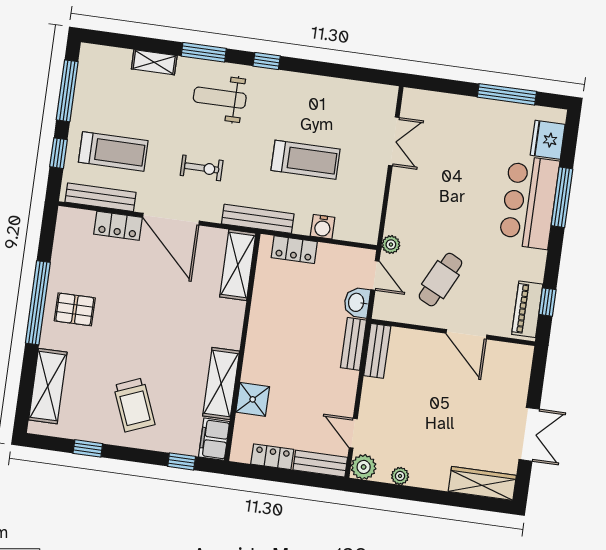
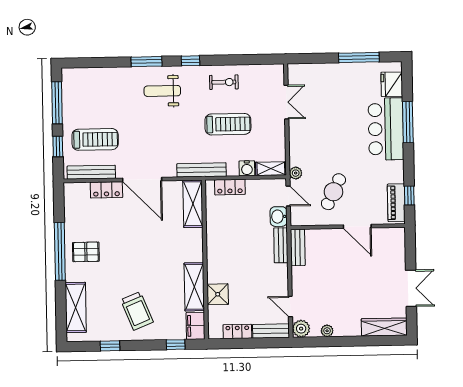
shelving: (154, 62) -> (271, 169), moved
exercise bike: (202, 168) -> (224, 82), moved

